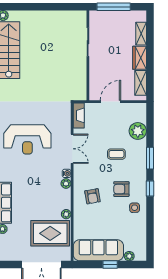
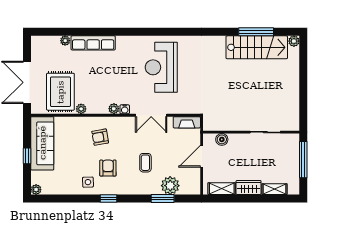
boiler: (95, 83) -> (222, 139), added
door: (110, 102) -> (202, 156), swing flipped
window: (150, 158) -> (163, 199), moved
plant: (129, 256) -> (36, 190), moved

